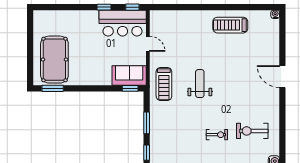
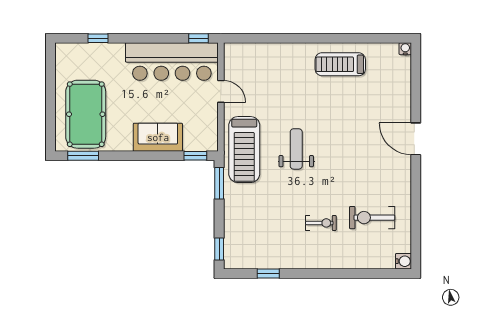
window: (104, 7) -> (98, 38), moved
bar counter: (123, 23) -> (172, 62), width x1.36
sofa: (129, 75) -> (158, 137), moved
treadmill: (164, 84) -> (244, 150), width x1.37, depth x1.38
window: (147, 123) -> (219, 183), moved

